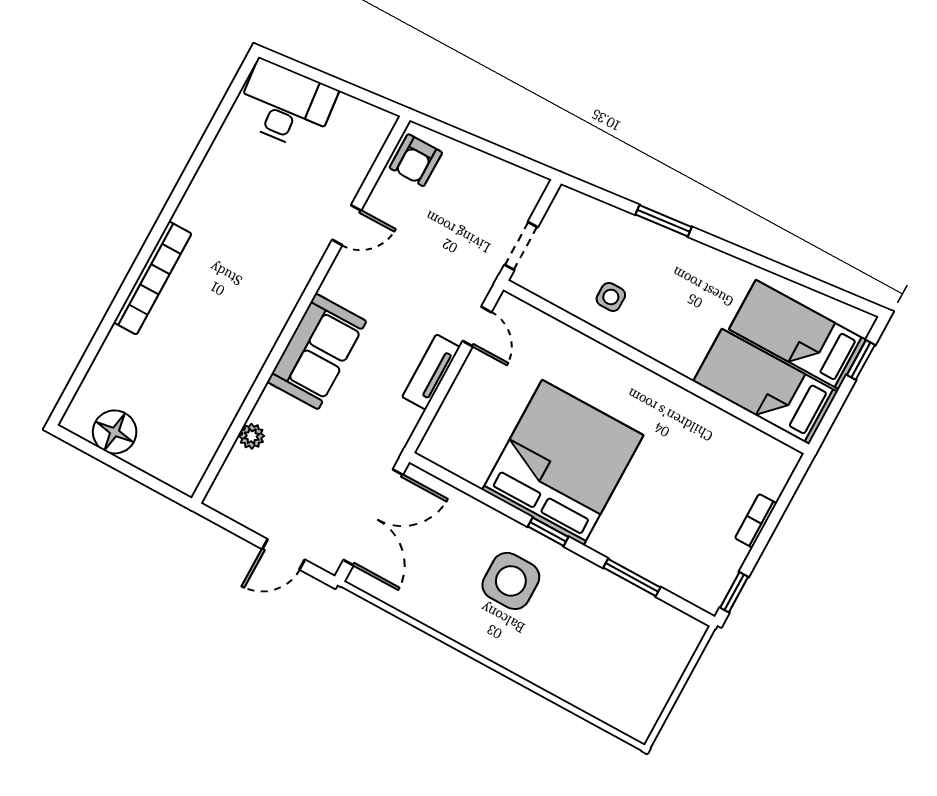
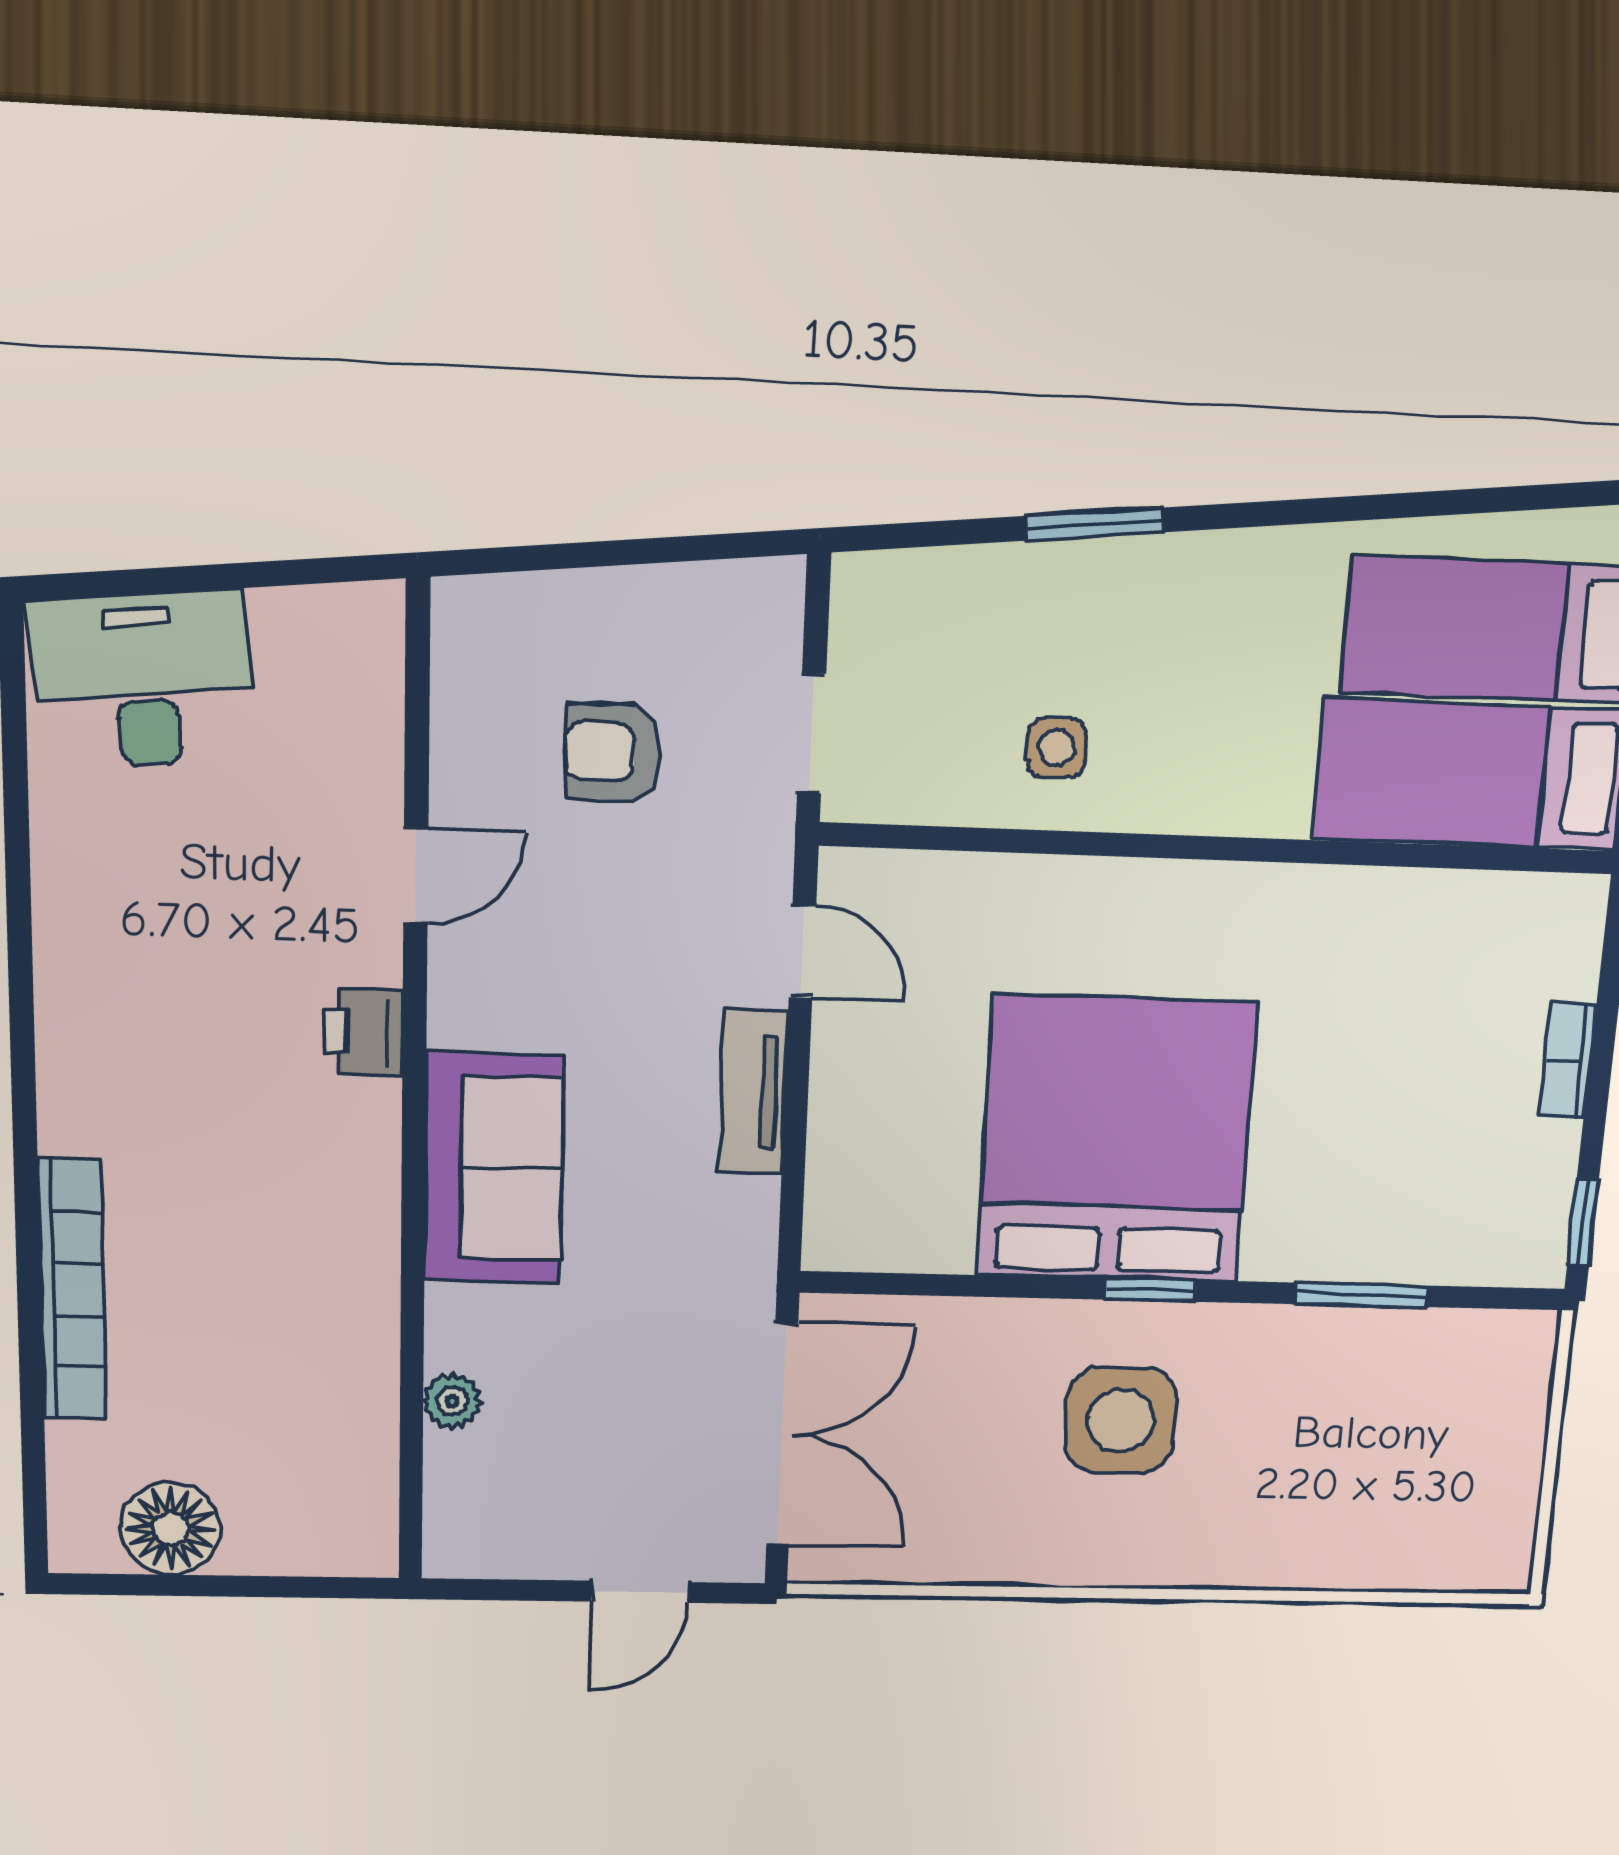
armchair: (416, 160) -> (613, 752), moved, turned 90
printer: (296, 274) -> (363, 1032), added
bookcase: (153, 278) -> (72, 1290), moved

